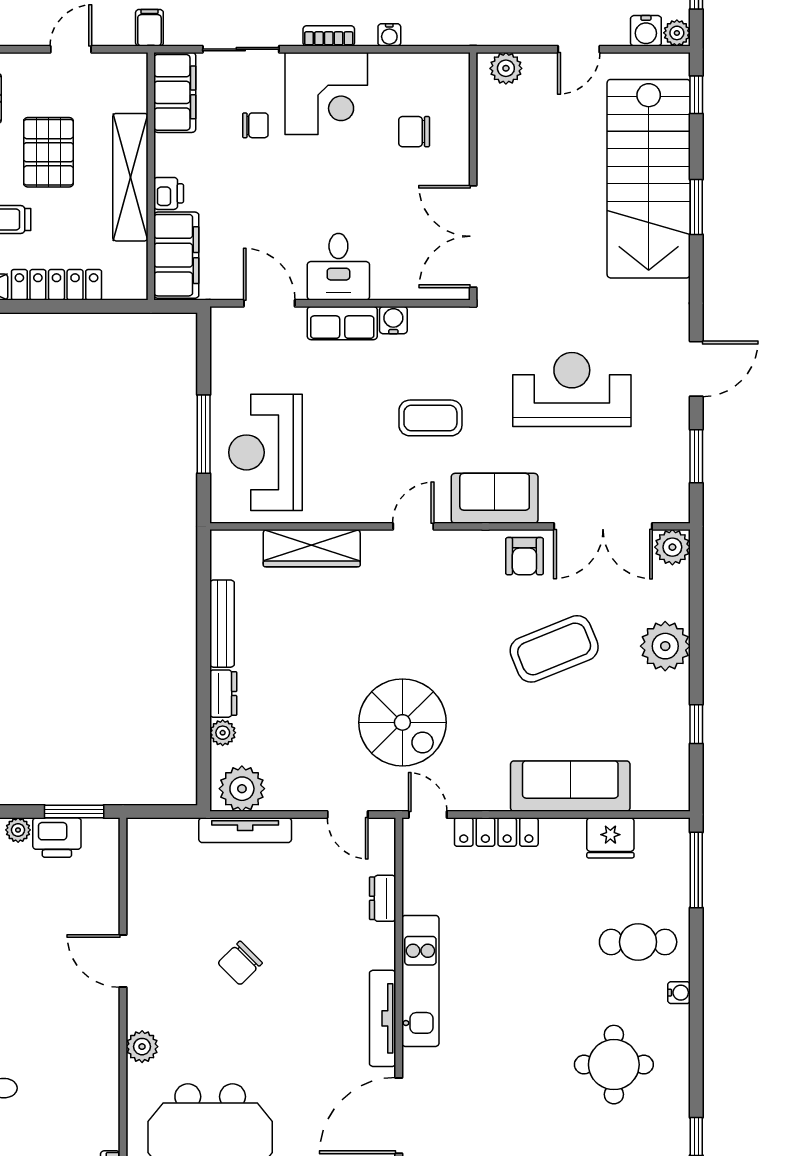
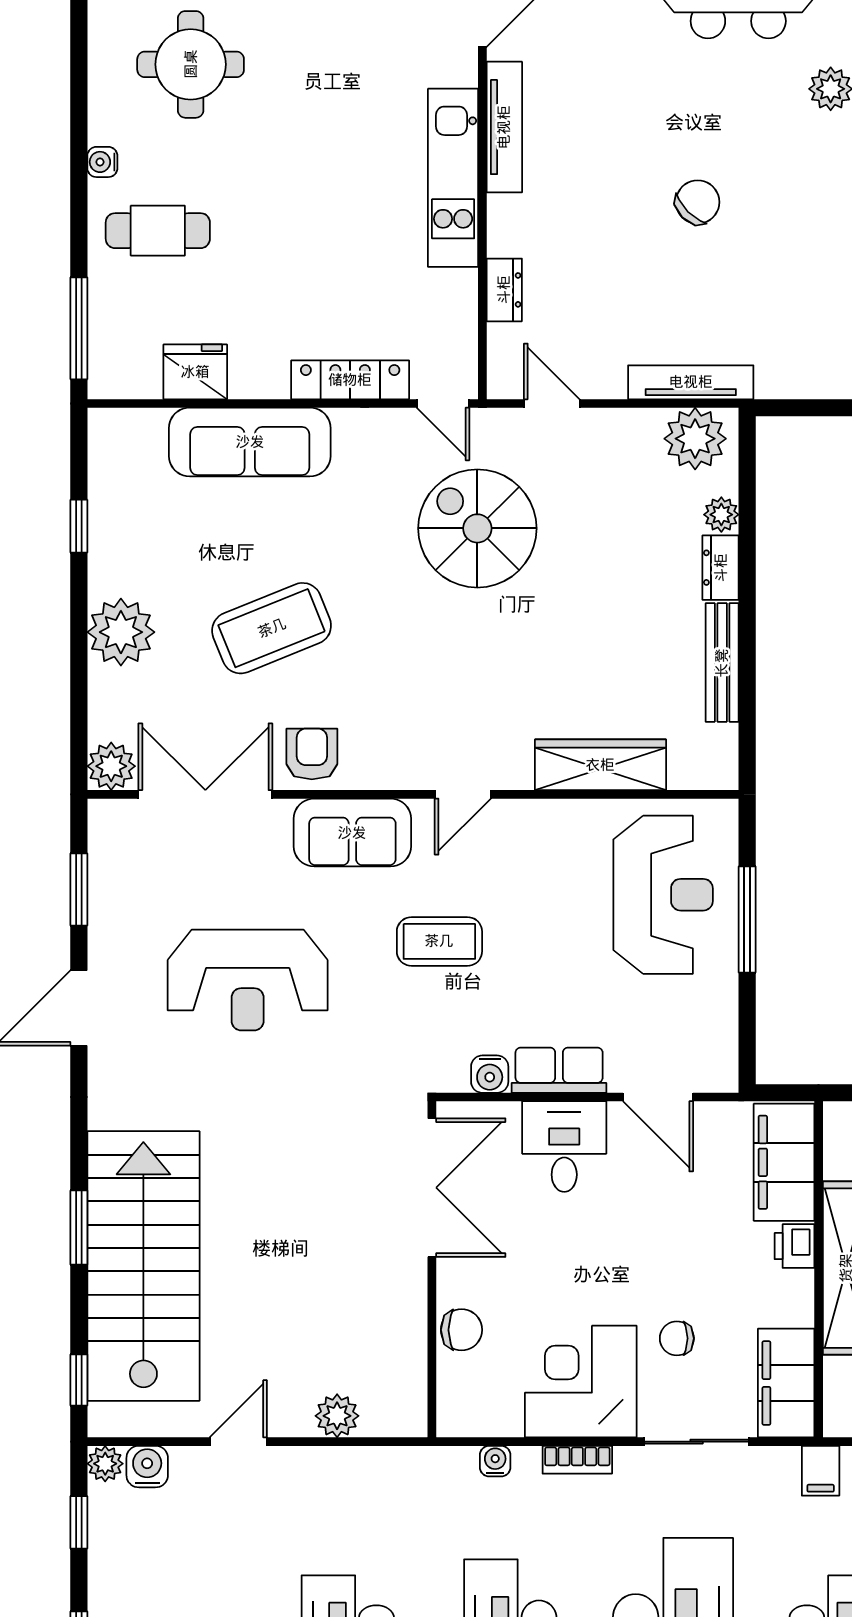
wall: (473, 176) -> (432, 1269), moved
double door: (473, 236) -> (432, 1188), moved

